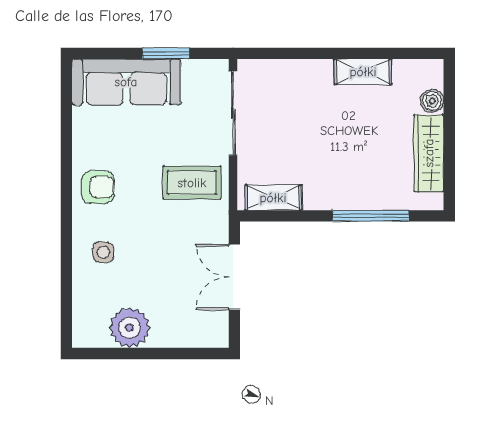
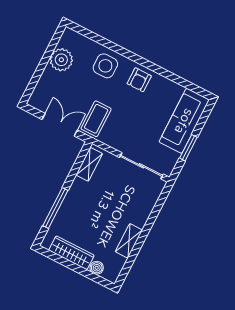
coffee table: (192, 183) -> (96, 119), moved
side table: (103, 252) -> (105, 66), width x1.87, depth x1.87

